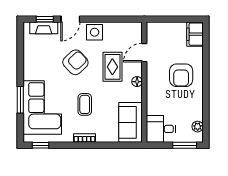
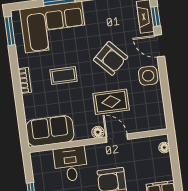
floor lamp: (158, 27) -> (164, 148), added
door: (144, 53) -> (117, 138), moved
desk: (161, 129) -> (71, 164), moved
window: (41, 145) -> (10, 31), width x1.50

